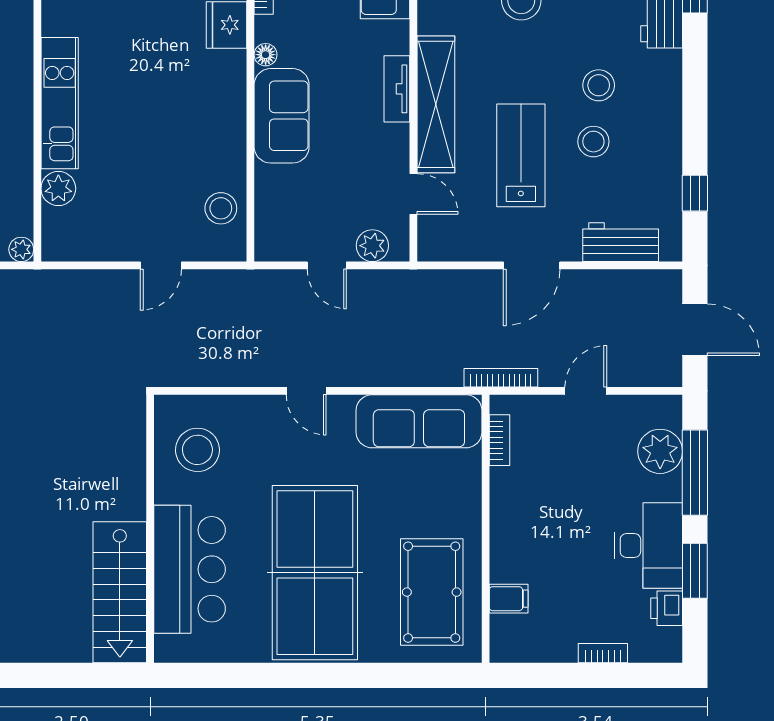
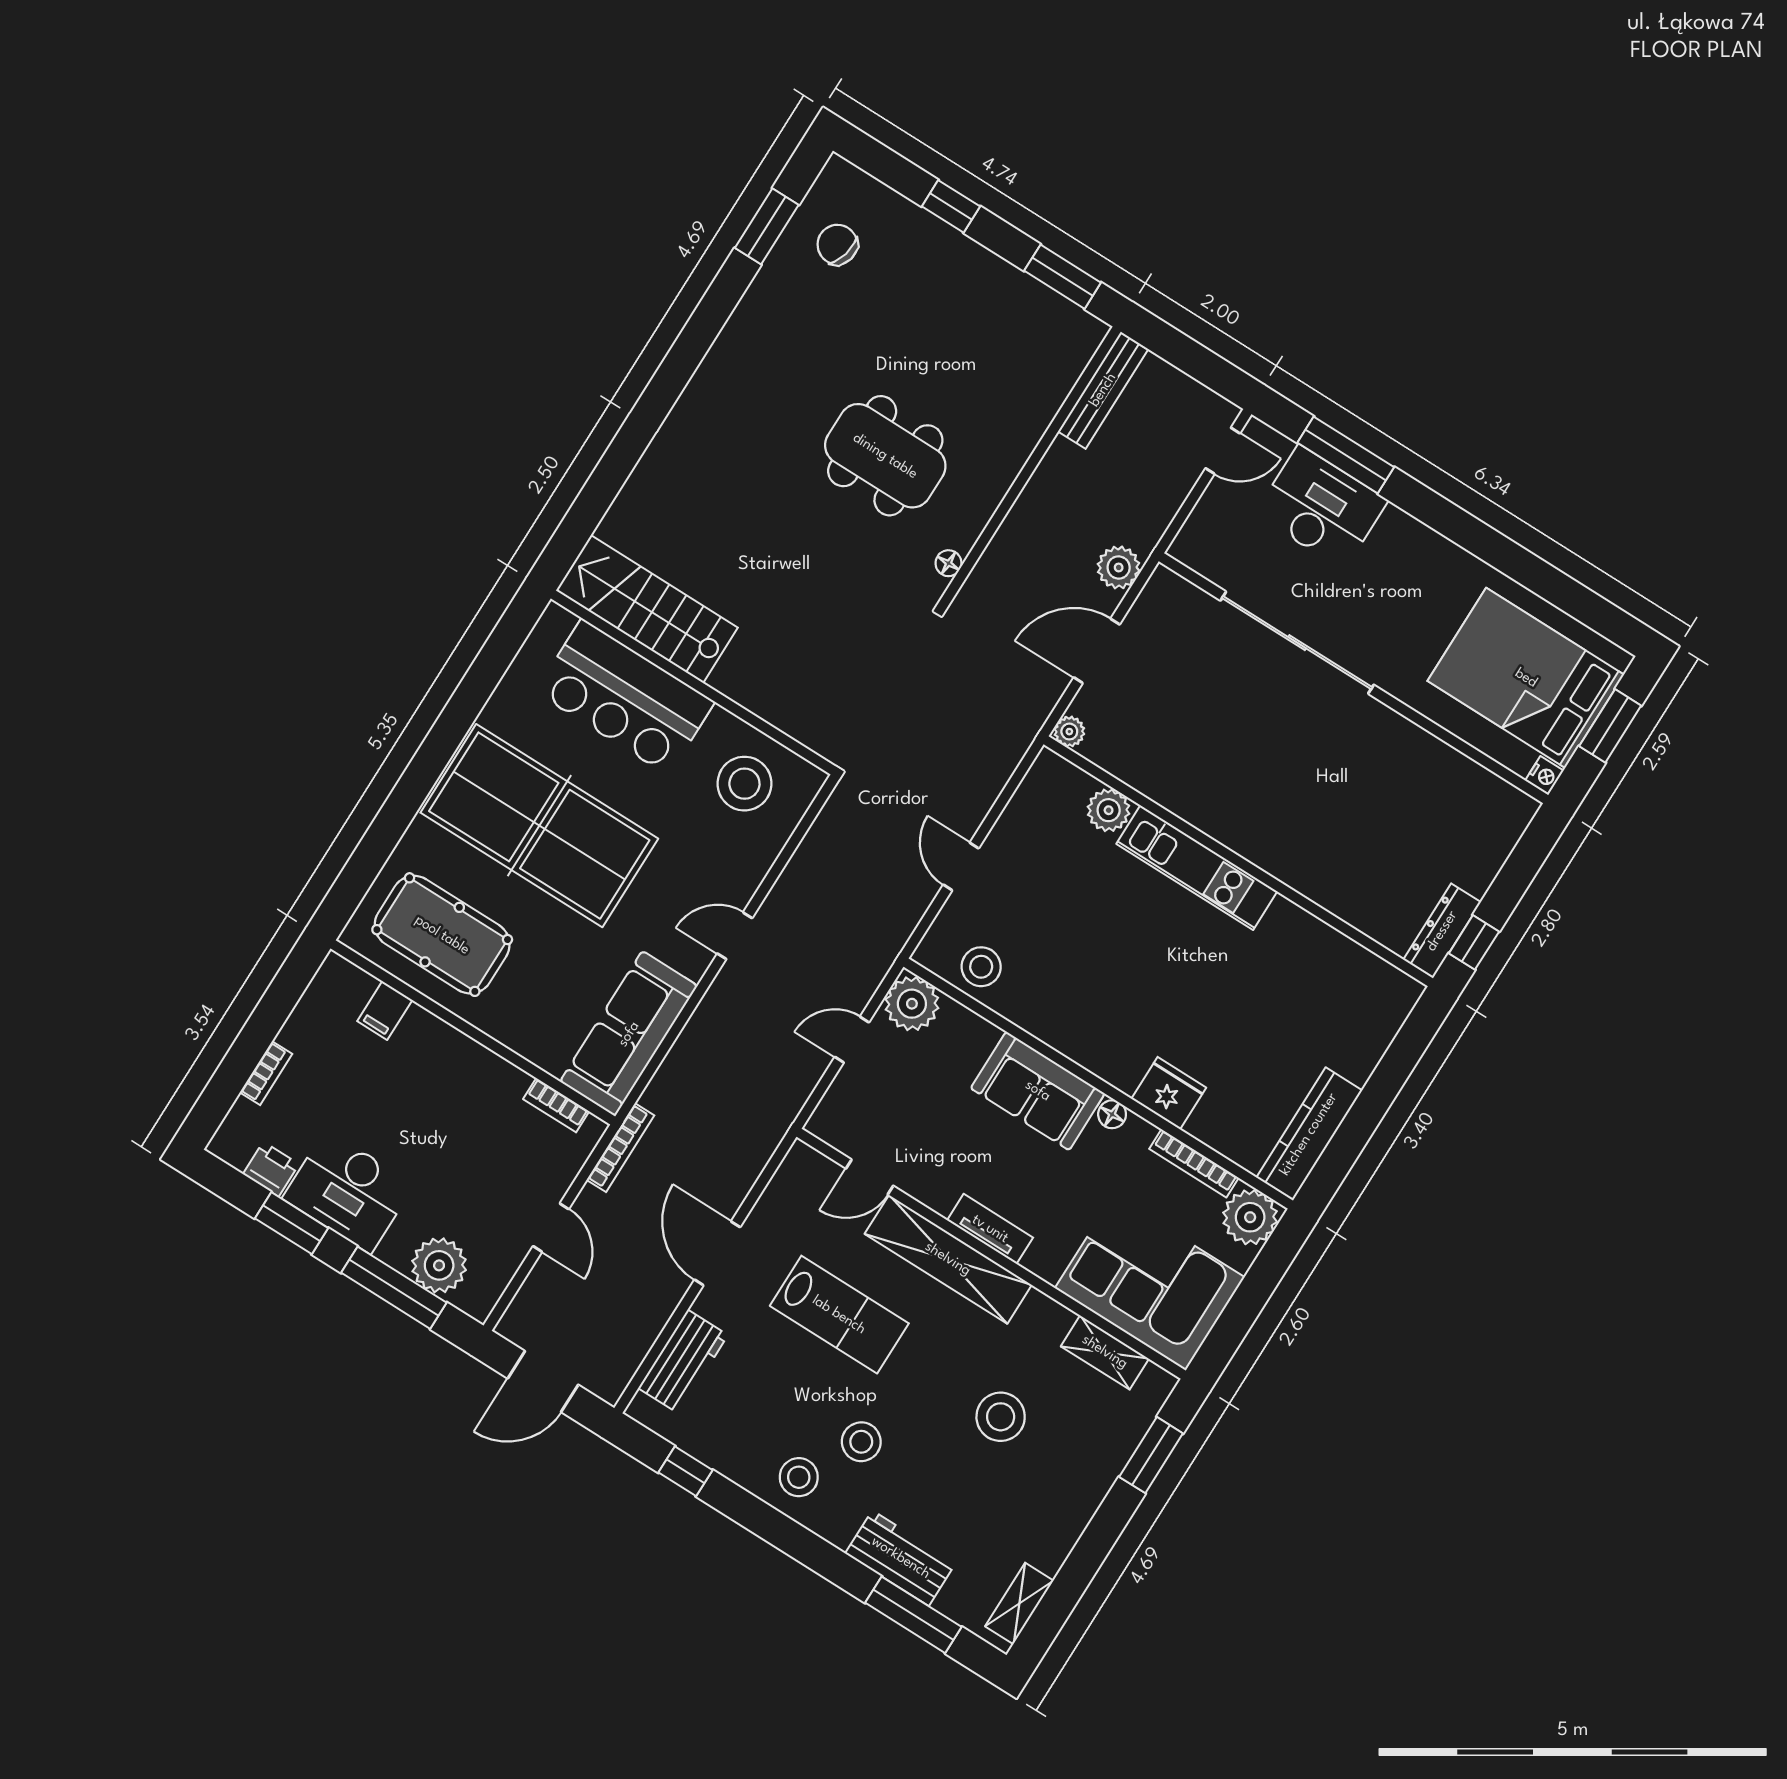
stool: (593, 142) -> (799, 1477), moved
plant: (372, 246) -> (912, 1004), moved, width x1.36, depth x1.36

